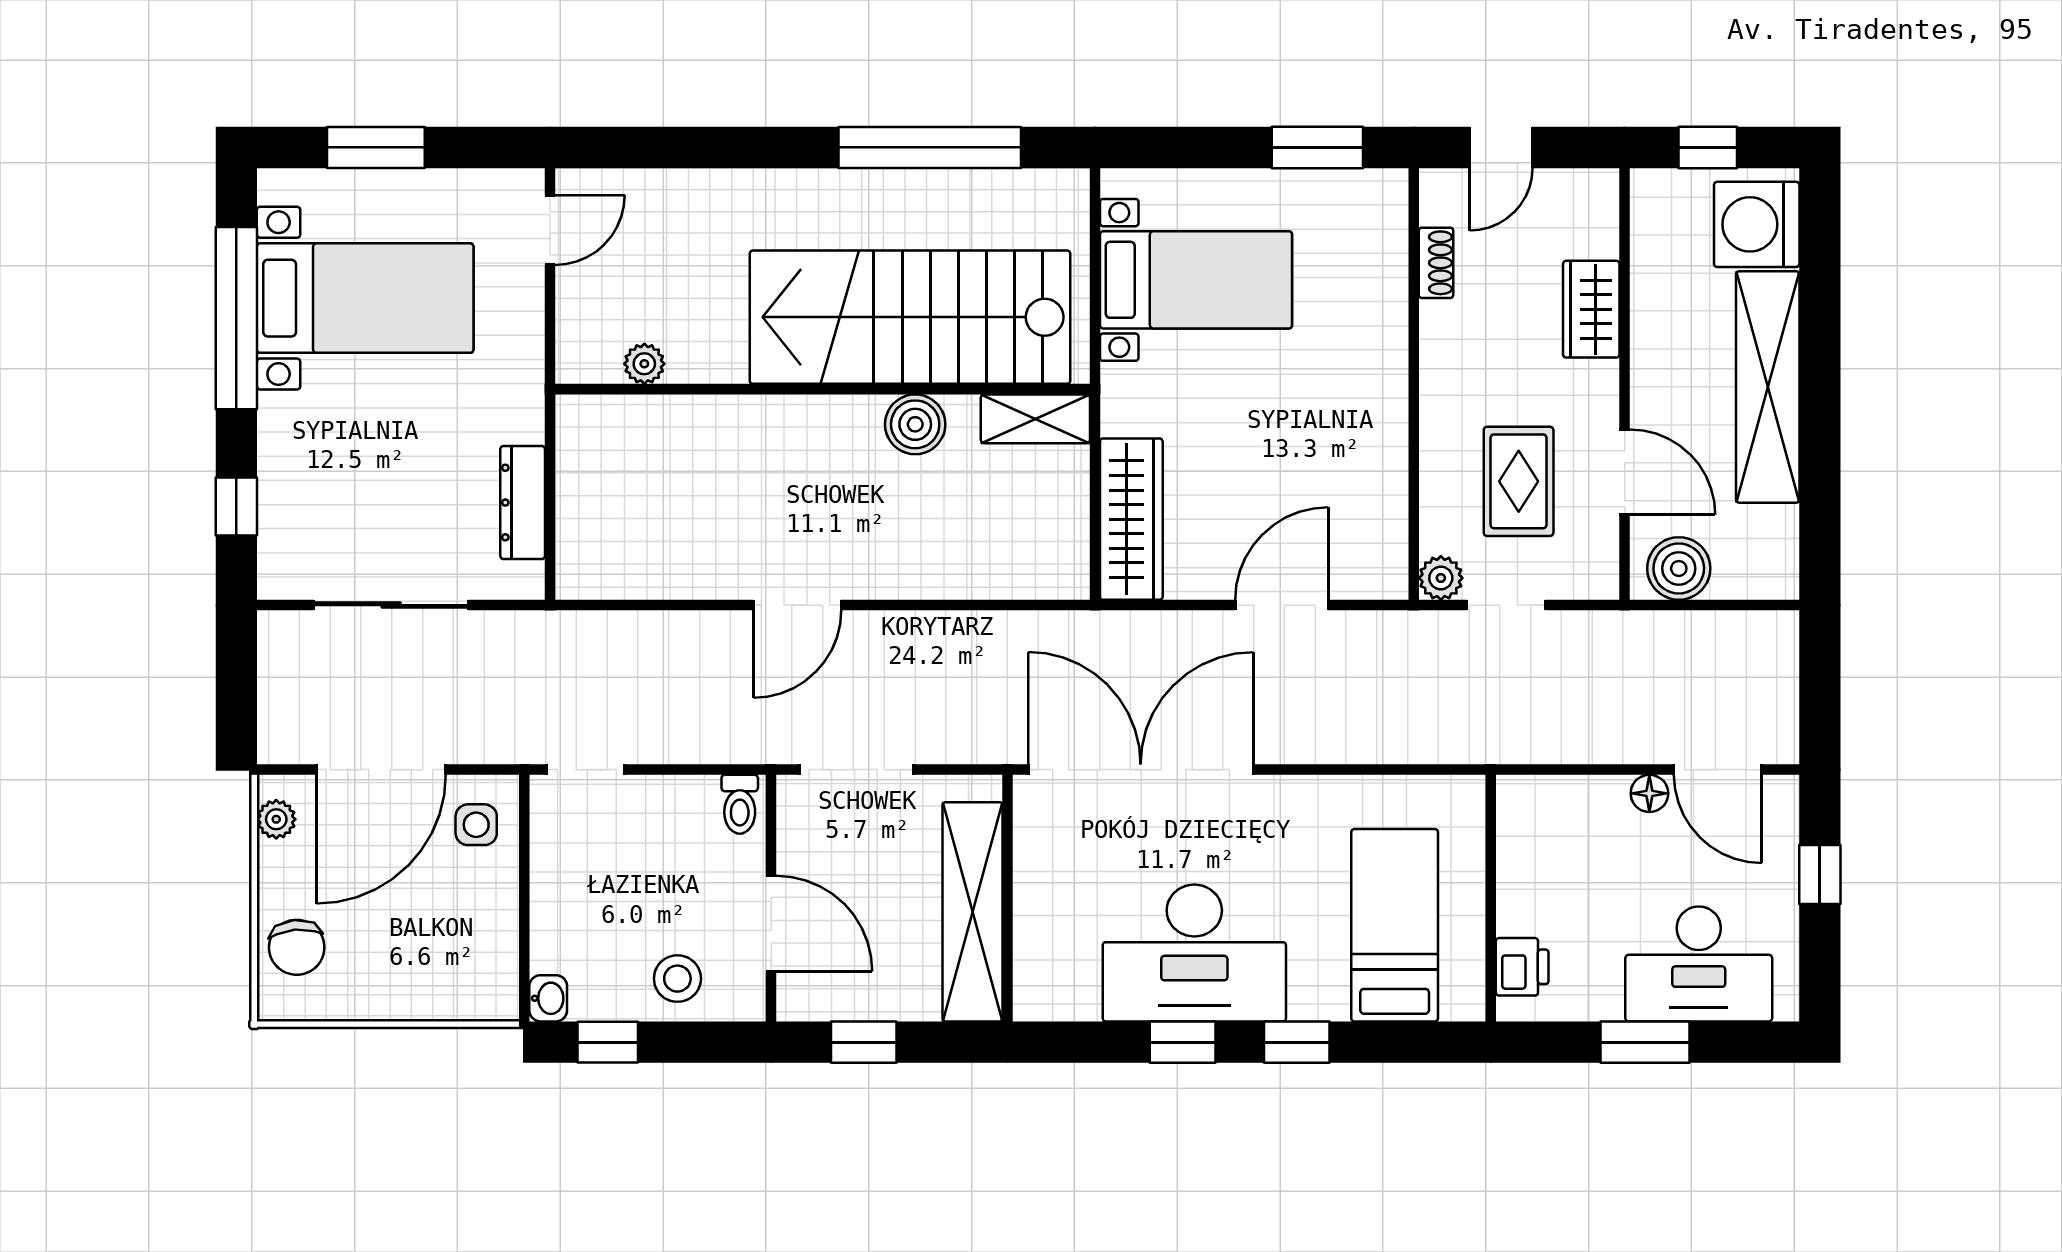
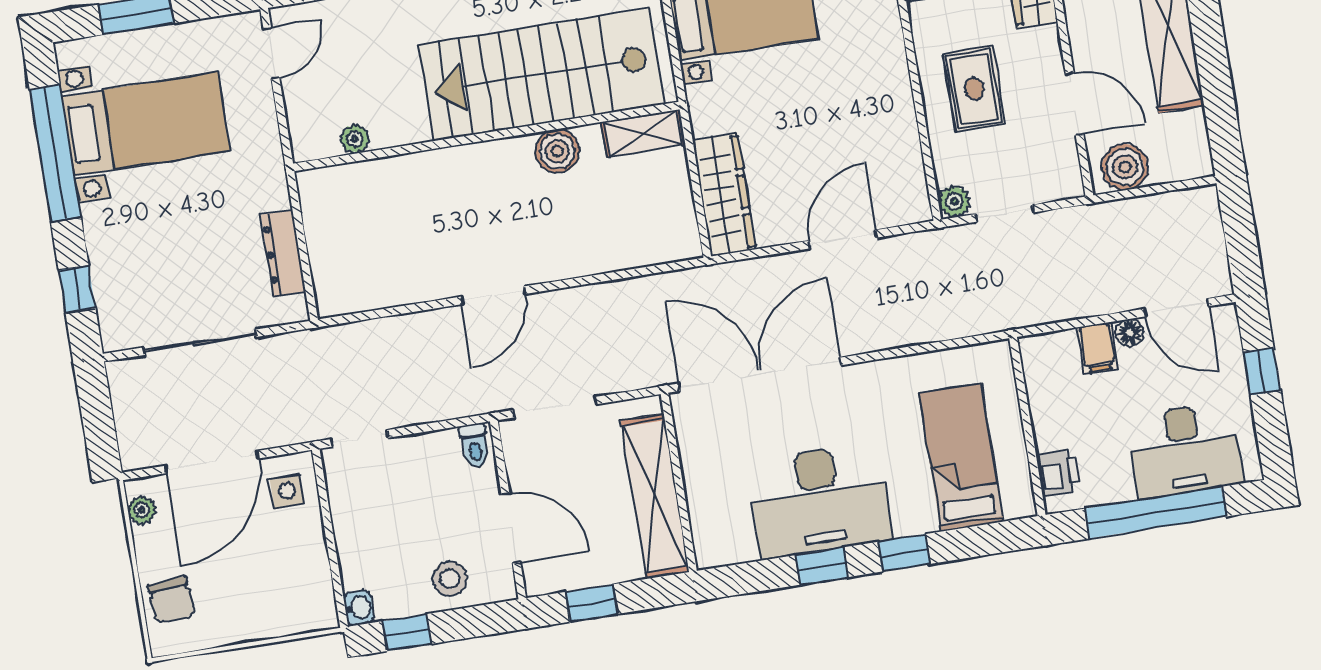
rug: (1519, 481) -> (974, 89), moved
filing cabinet: (1603, 807) -> (1097, 348), added
window: (1645, 1042) -> (1155, 513), width x2.11

